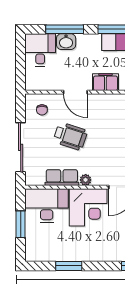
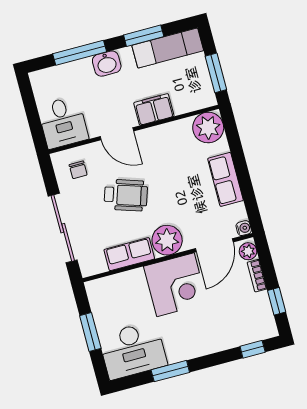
washbasin: (66, 42) -> (107, 64), moved
desk: (40, 50) -> (63, 122), moved, turned 180
plant: (86, 180) -> (167, 240), width x1.87, depth x1.87
desk: (47, 206) -> (133, 350), moved, turned 180

